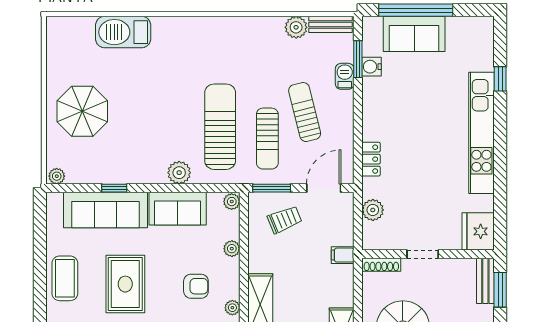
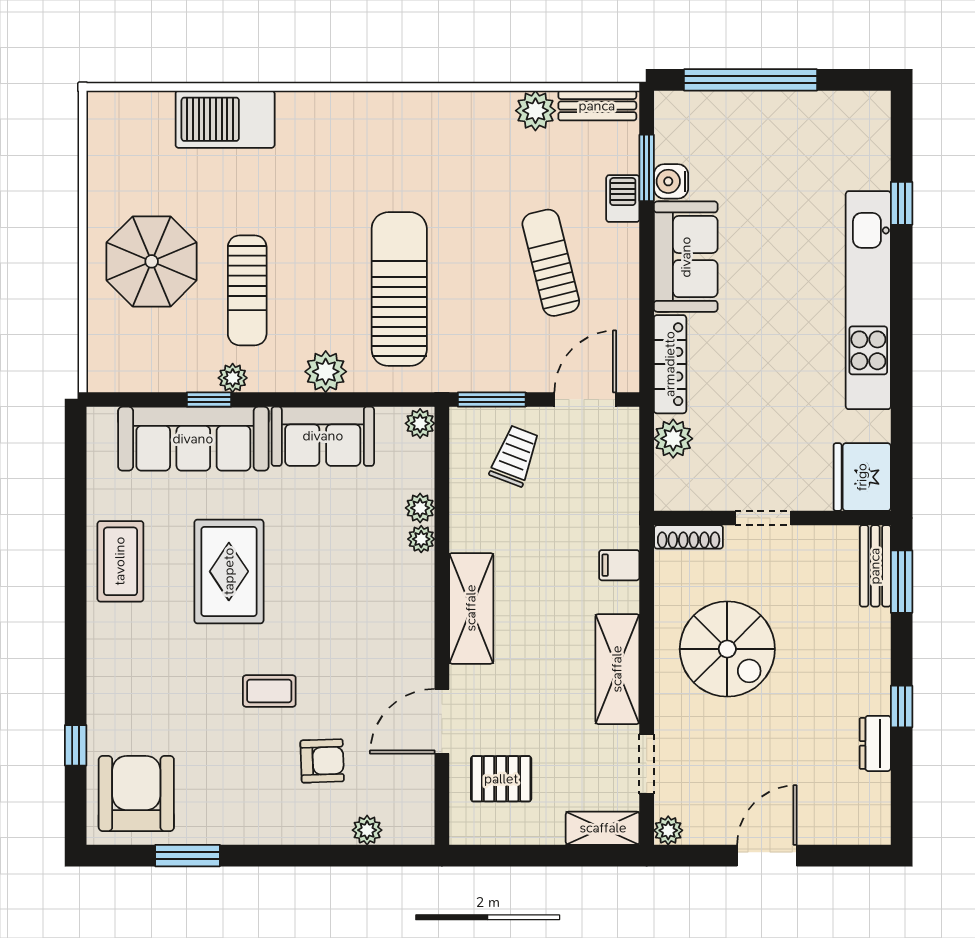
sofa: (414, 34) -> (686, 257), moved, turned -90
sun lounger: (267, 139) -> (247, 290), moved
locker: (371, 159) -> (670, 364), width x1.53
plant: (57, 176) -> (233, 378), moved
trolley: (285, 220) -> (515, 456), turned -47
filing cabinet: (343, 255) -> (619, 565), moved
armchair: (196, 286) -> (356, 575), removed
plant: (232, 308) -> (421, 539), moved

